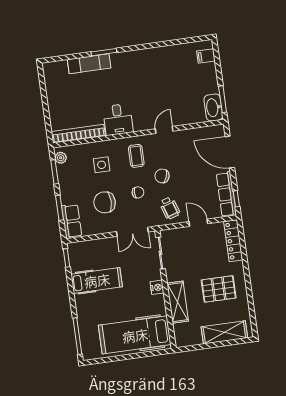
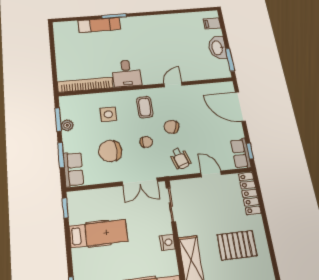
washbasin: (213, 108) -> (217, 48), moved
plant: (61, 158) -> (67, 125), moved
row of seats: (226, 194) -> (241, 153), width x0.68

